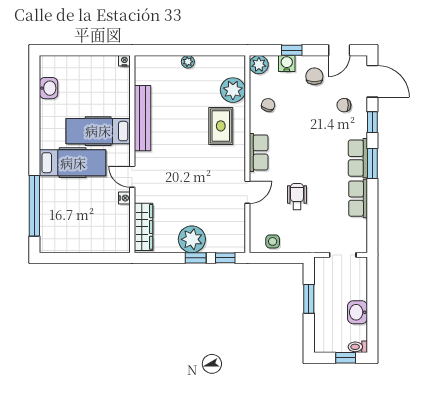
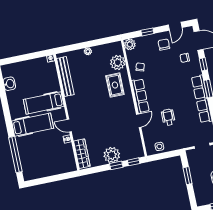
water cooler: (287, 63) -> (146, 40), removed
bench: (142, 118) -> (65, 77), moved
row of seats: (259, 152) -> (140, 96), width x1.48

